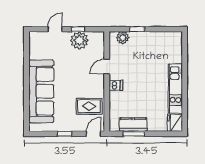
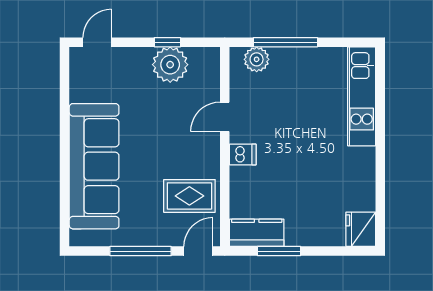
door: (55, 29) -> (97, 42), moved
window: (137, 29) -> (285, 42), width x2.17
kitchen unit: (175, 89) -> (362, 96), moved
kitchen counter: (133, 125) -> (257, 233), moved
window: (65, 134) -> (141, 251), width x2.17

